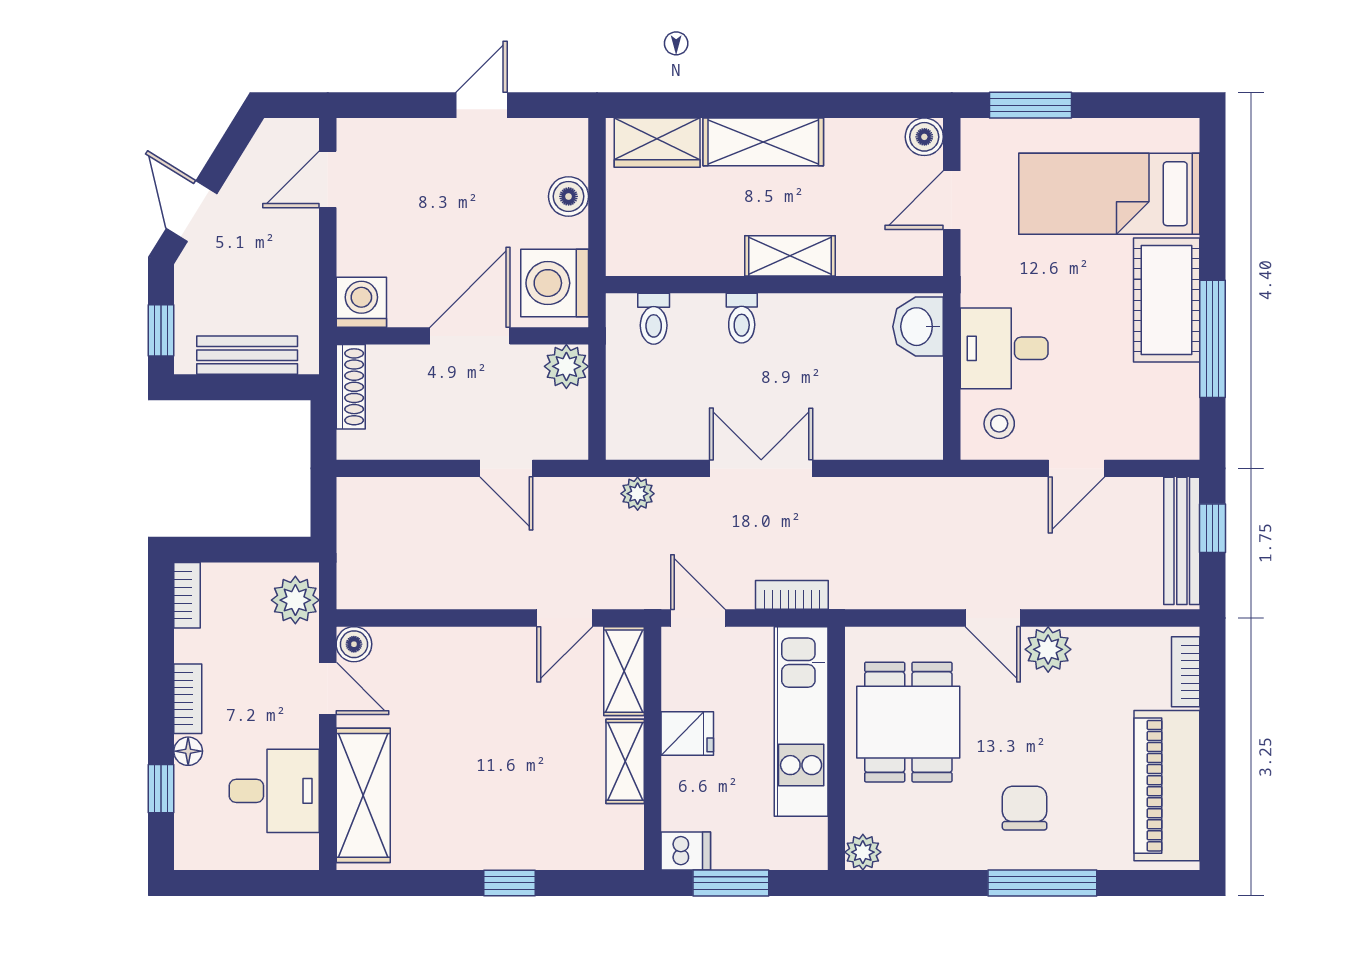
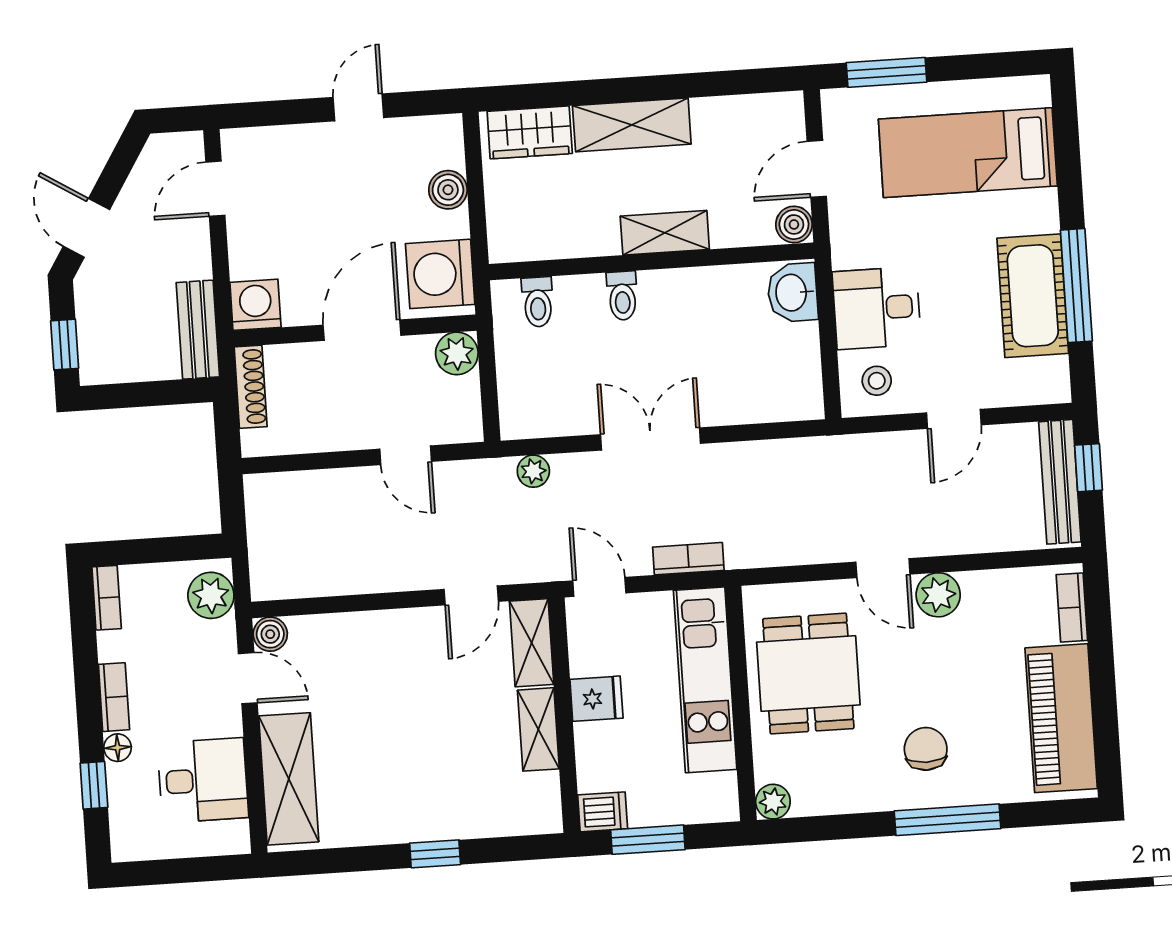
boiler: (924, 137) -> (794, 224), moved
cot: (1167, 300) -> (1033, 296), moved
bench: (247, 355) -> (198, 330), moved, turned 90

